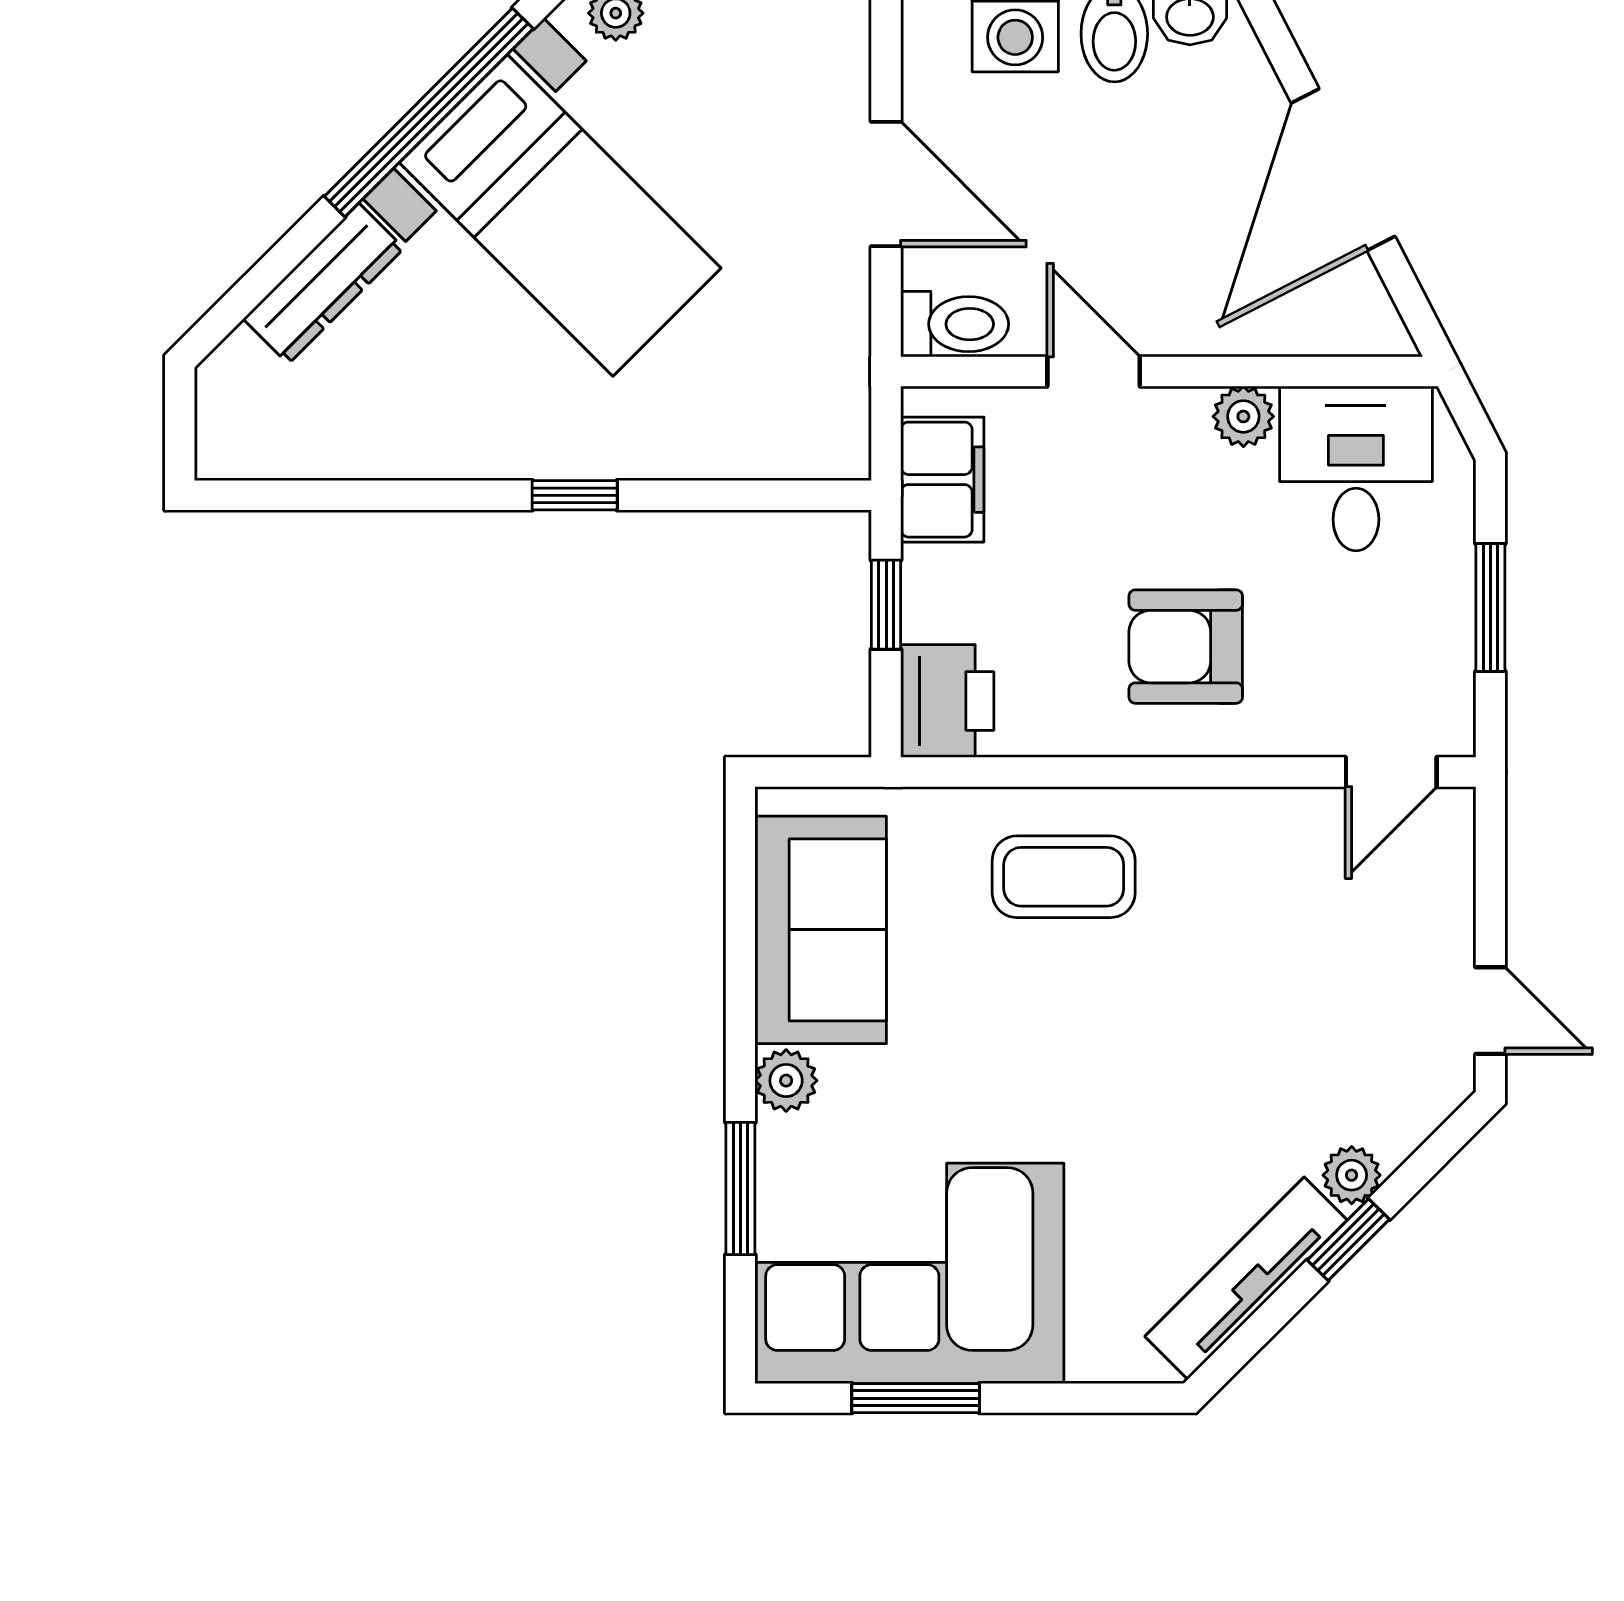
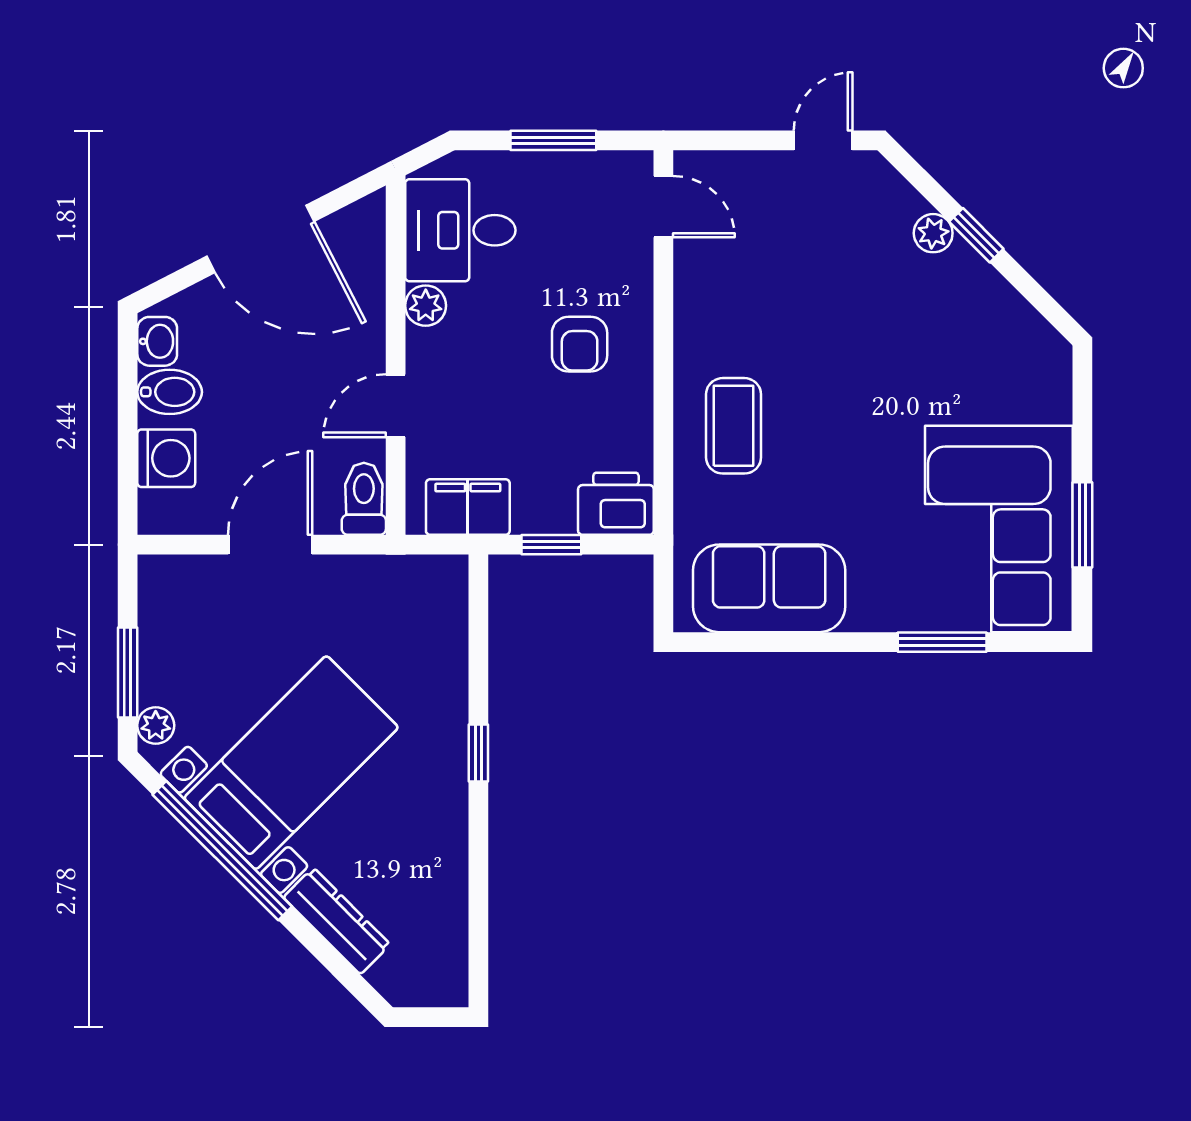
armchair: (1186, 647) -> (580, 344), width x0.72, depth x0.72
plant: (786, 1081) -> (870, 612), removed
tv unit: (1246, 1278) -> (1002, 304), removed

